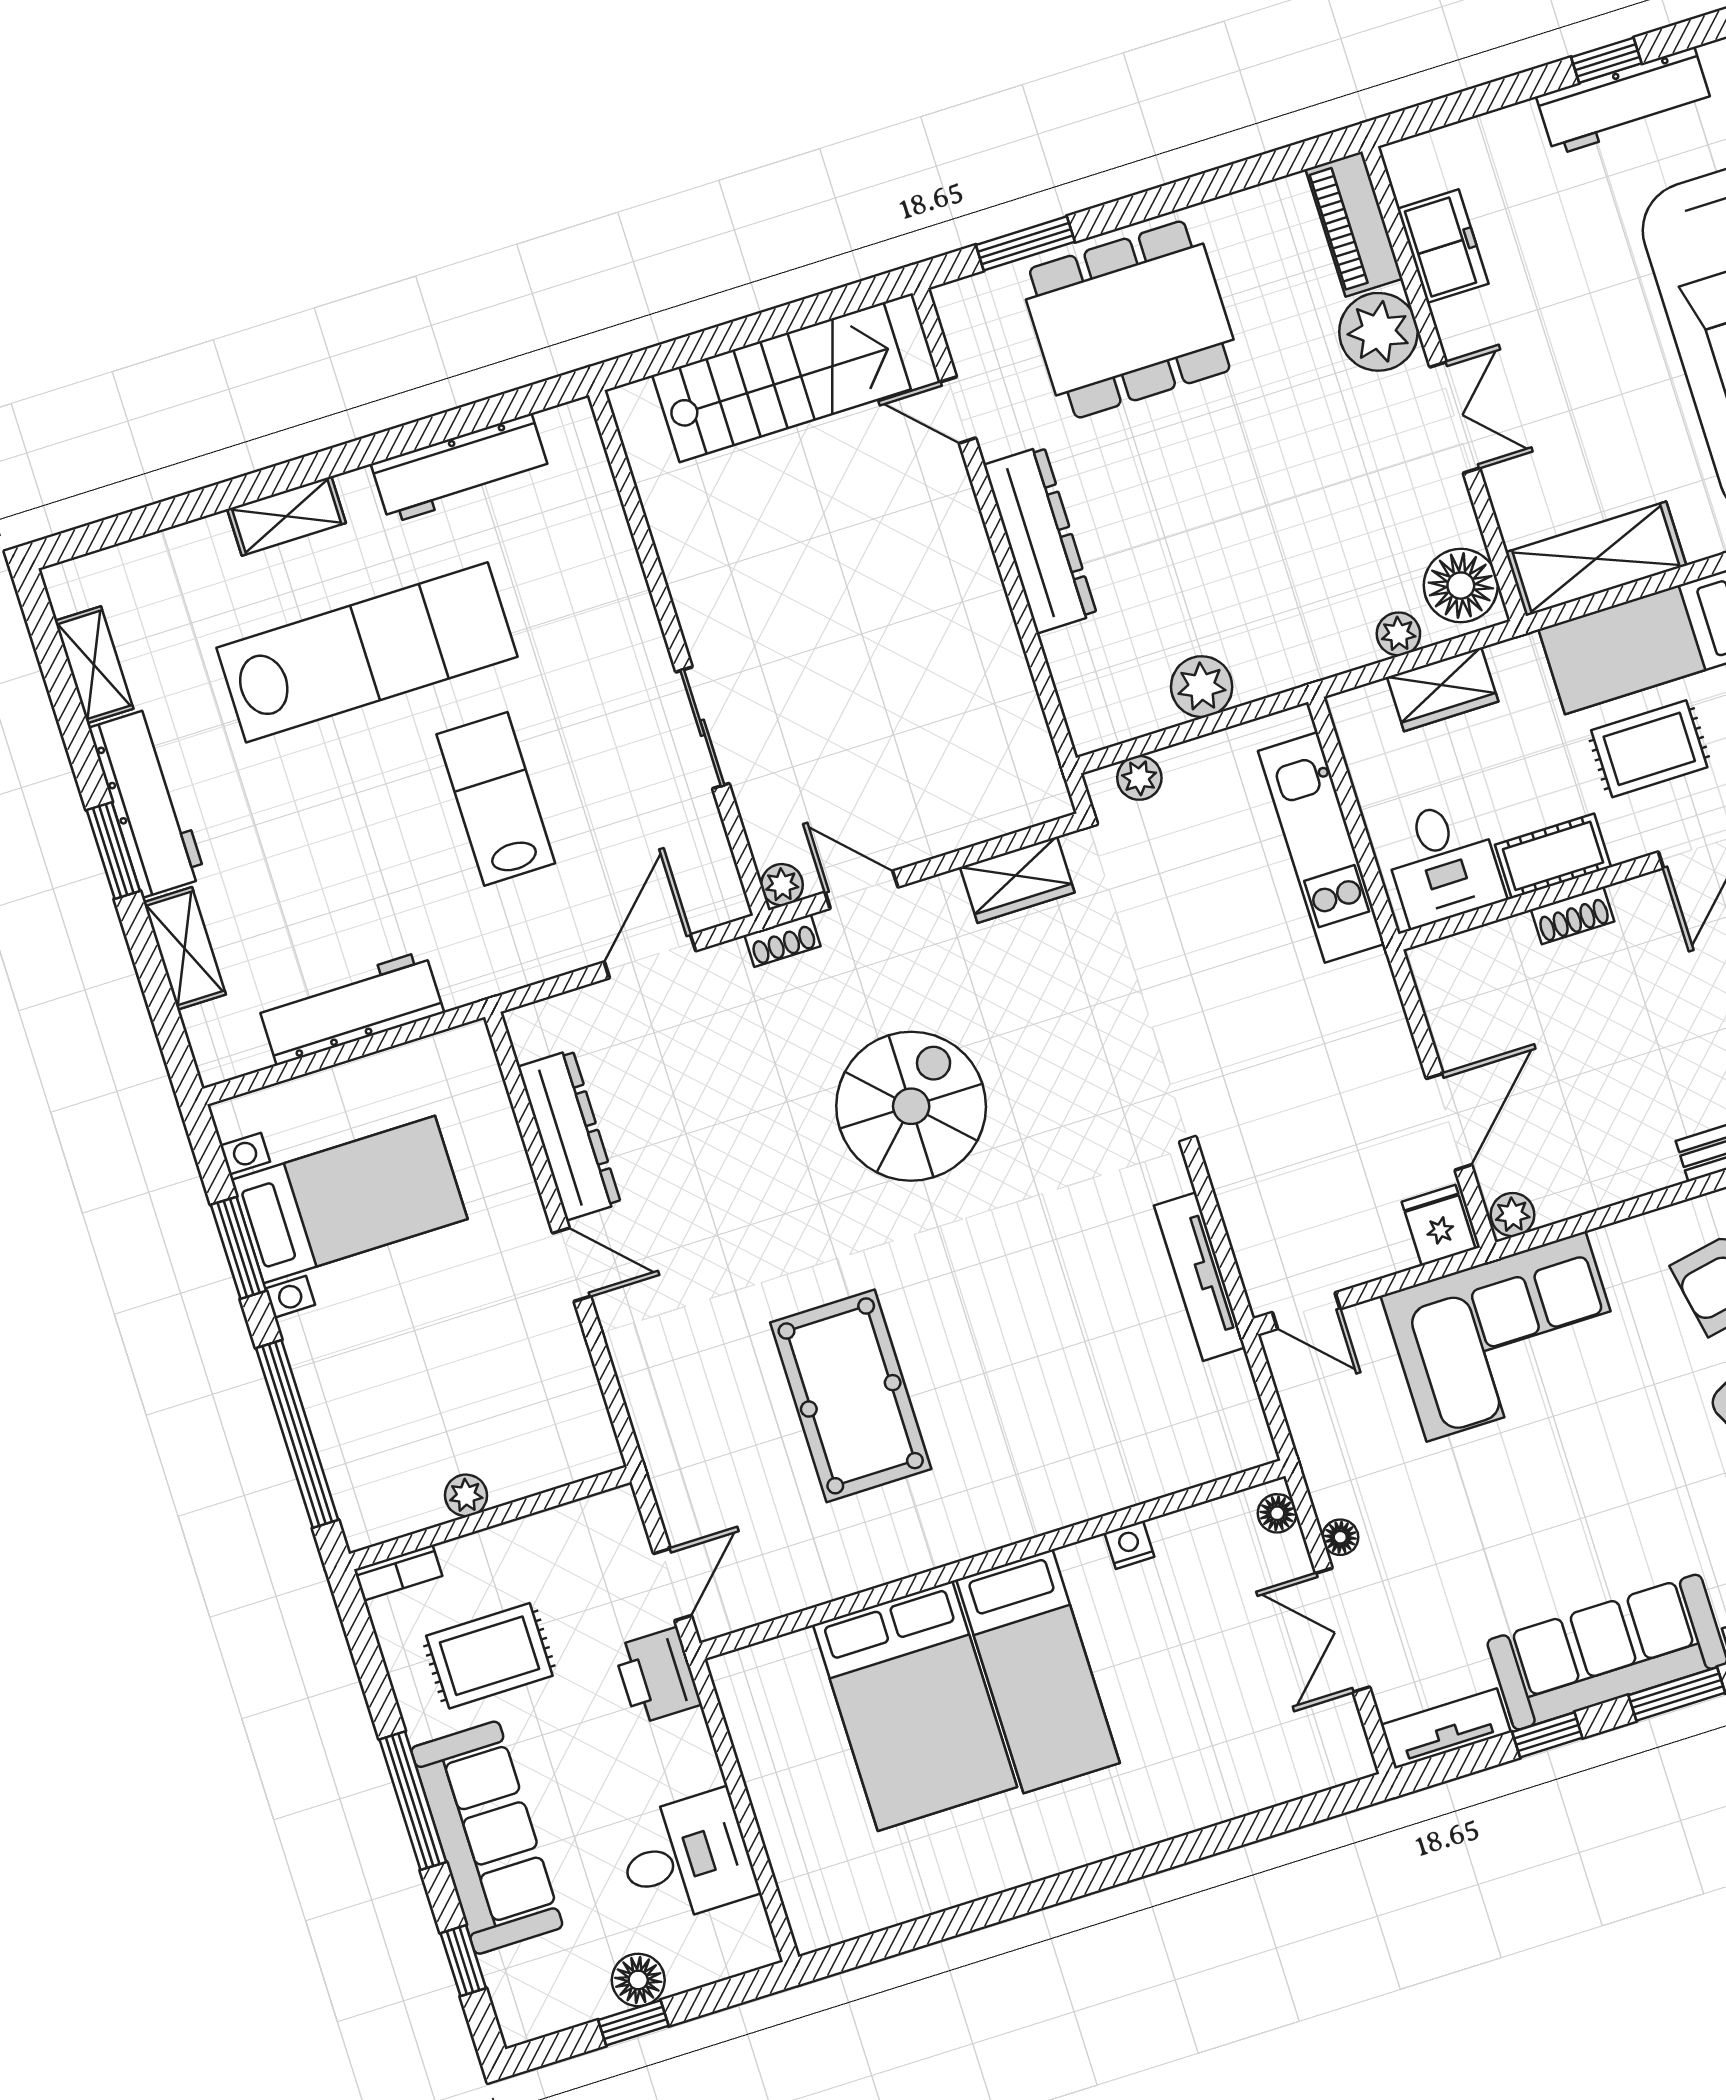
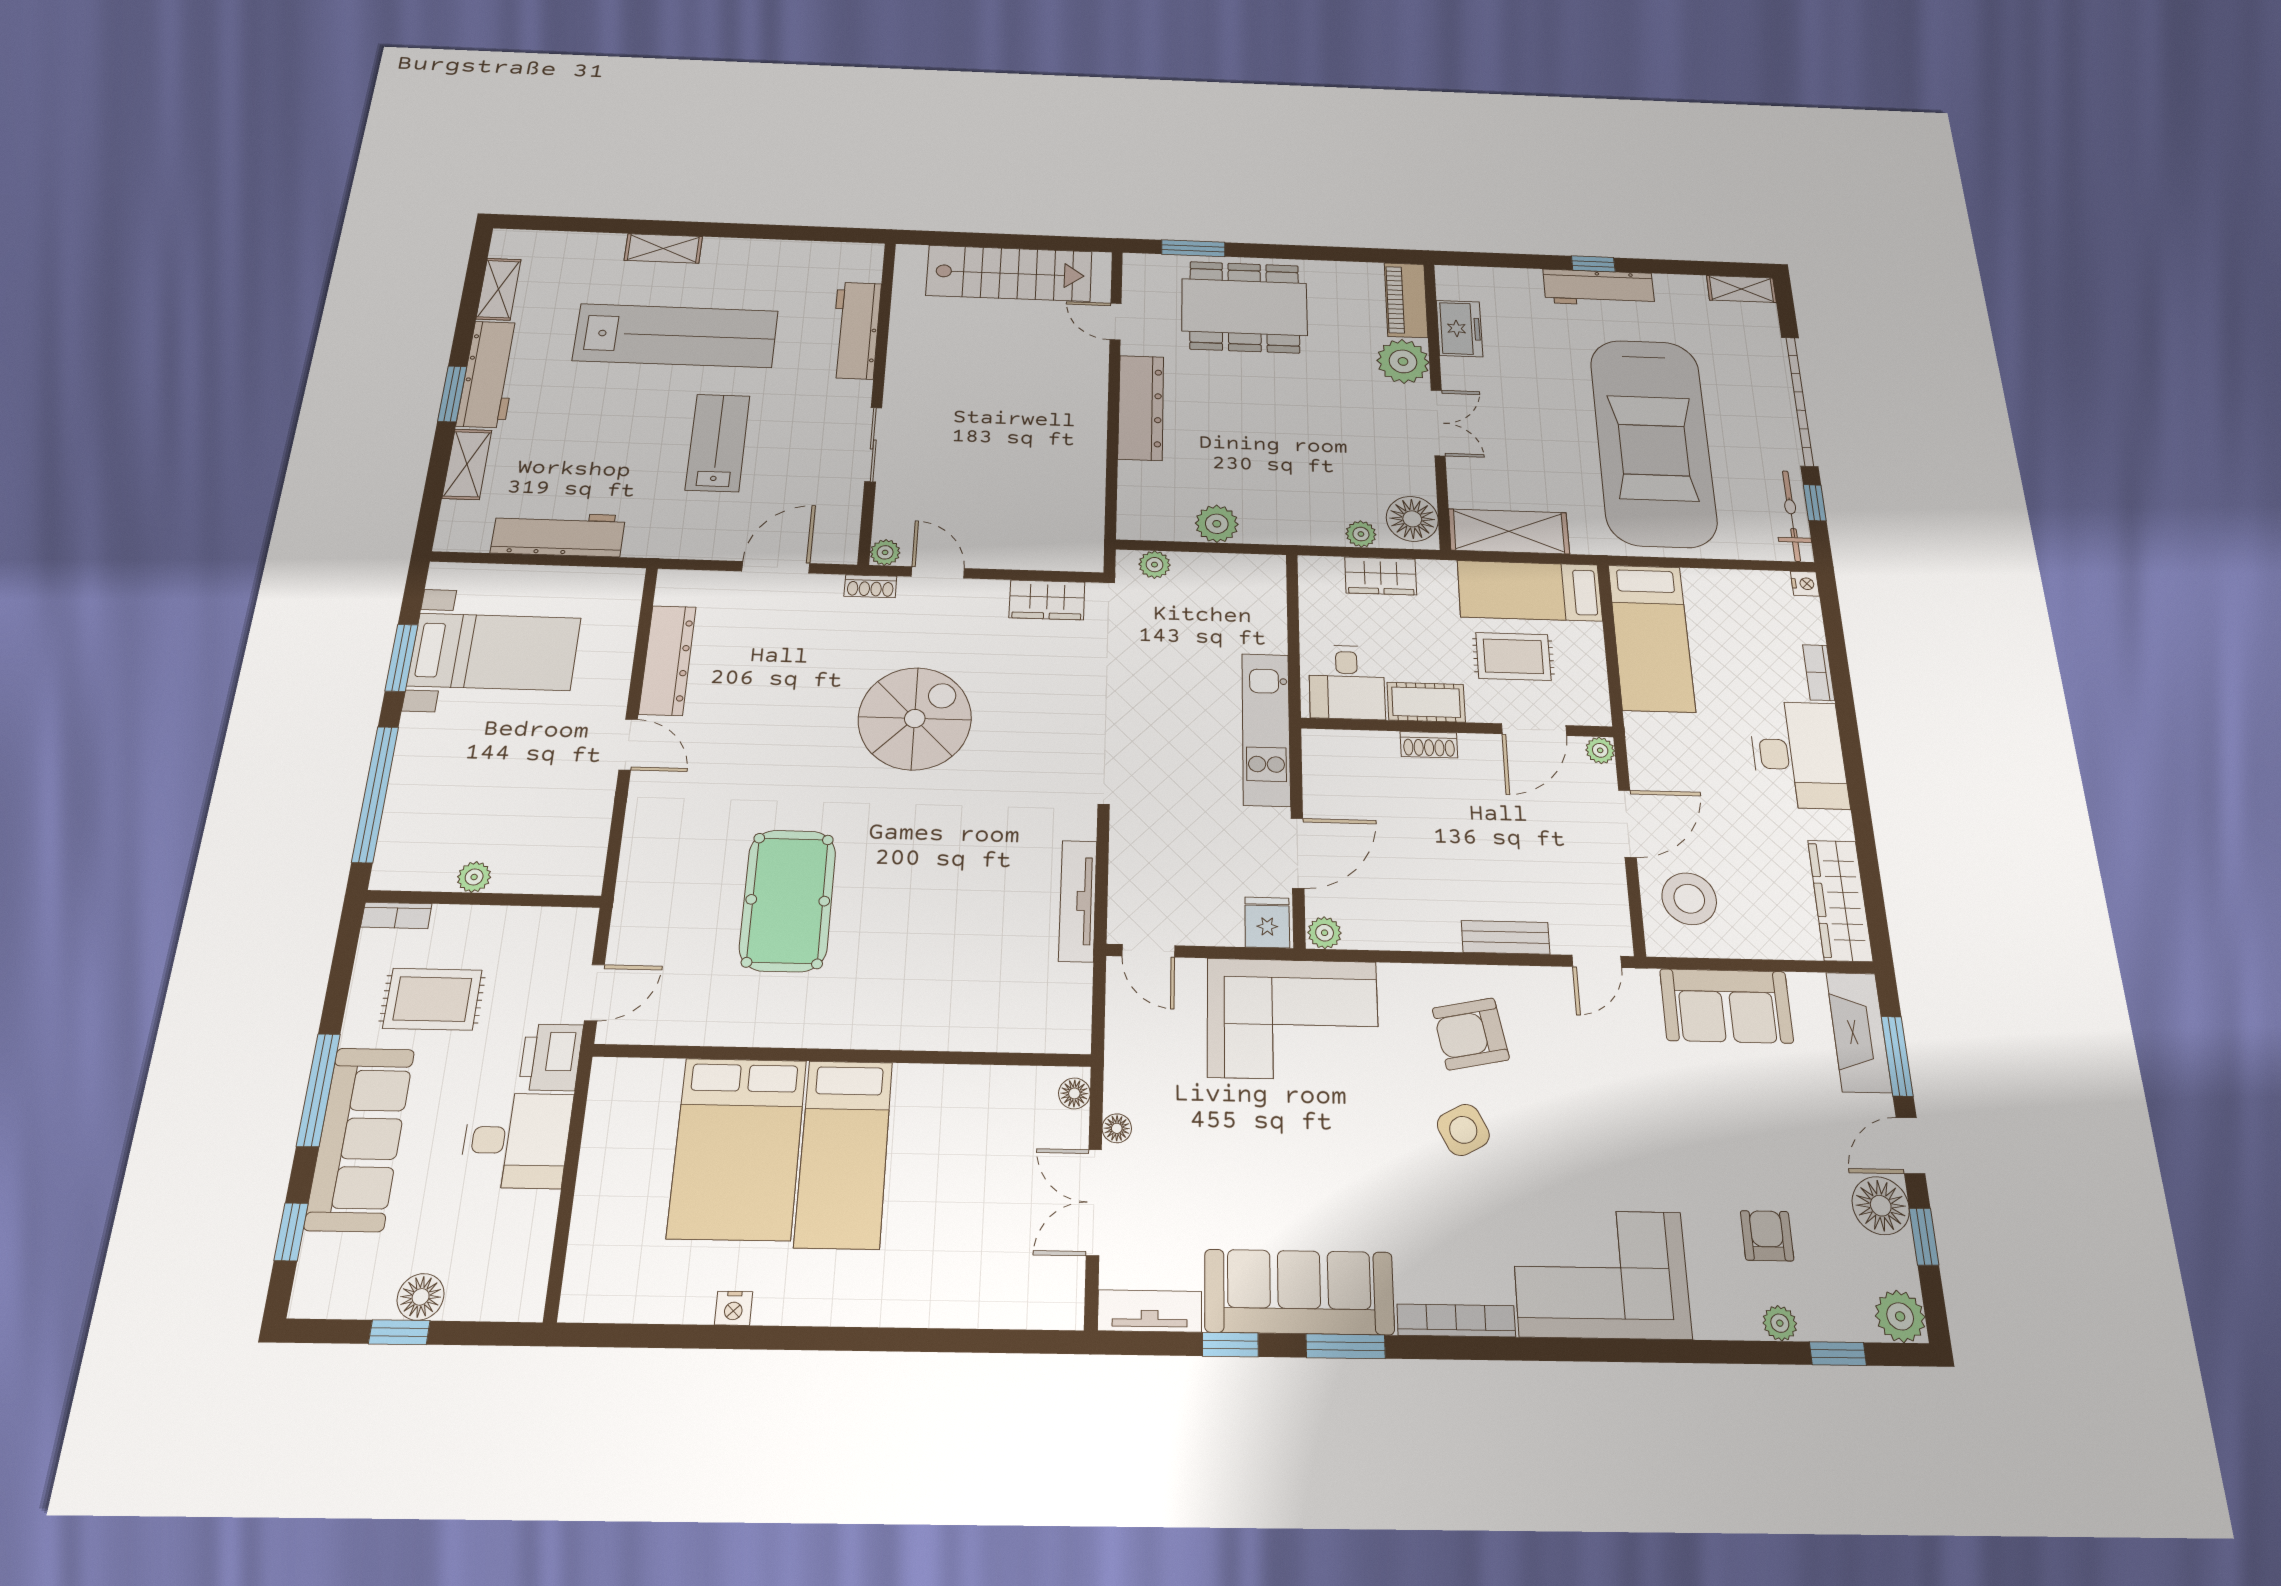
workbench: (460, 469) -> (856, 330), moved, turned 90
kitchen unit: (1321, 847) -> (1266, 729), moved
nightstand: (1129, 1545) -> (734, 1308), moved, turned 180
desk: (686, 1858) -> (516, 1140), moved

